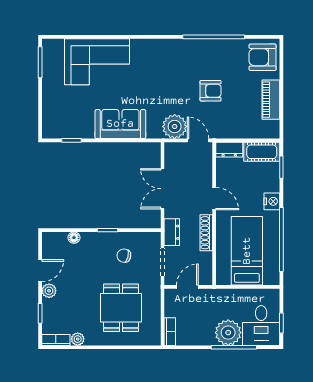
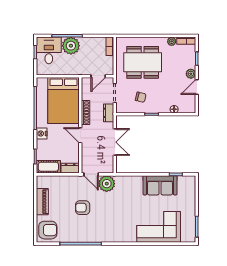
sofa: (120, 124) -> (160, 185), moved
bed: (247, 251) -> (63, 100), width x1.50
dining table: (121, 308) -> (143, 62), width x1.38

